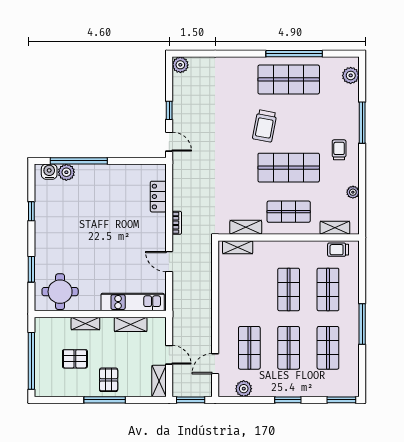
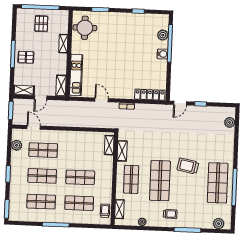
plant: (180, 65) -> (230, 122), moved
water cooler: (49, 172) -> (162, 54), moved
locker: (158, 197) -> (150, 95), width x1.53
door: (169, 262) -> (102, 100), hinge flipped
shelving: (131, 324) -> (61, 86), moved
pallet: (75, 359) -> (41, 24), moved

